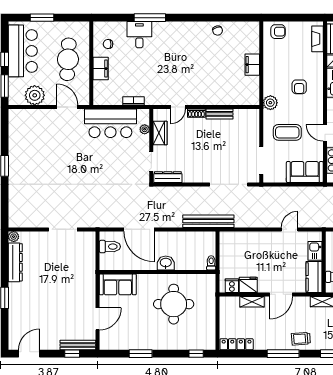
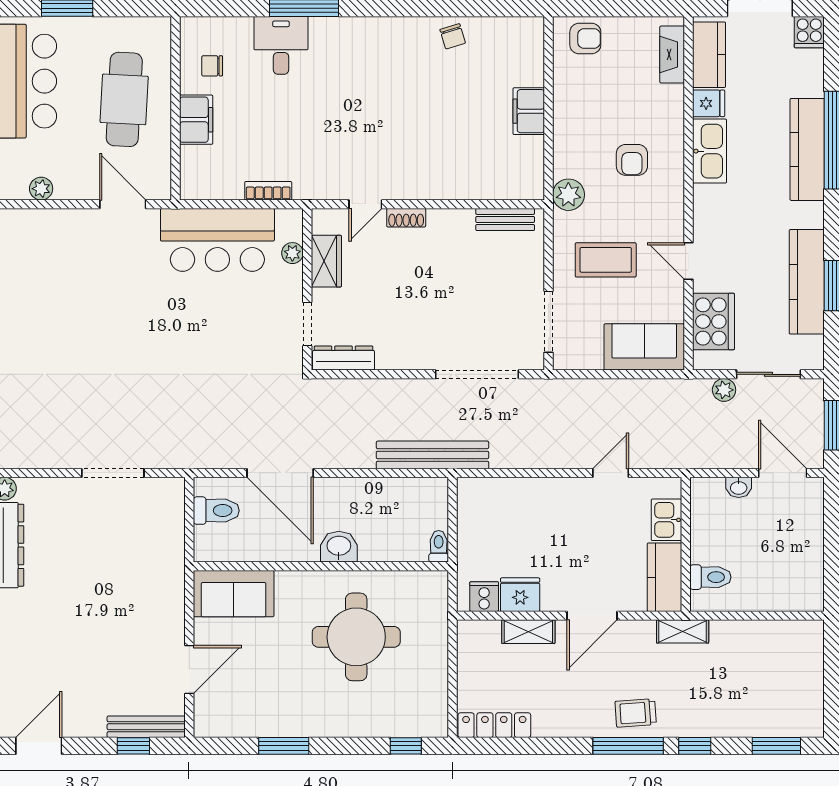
plant: (35, 95) -> (41, 189), width x0.53, depth x0.53
bench: (220, 114) -> (505, 219), moved
window: (283, 354) -> (628, 746), moved

